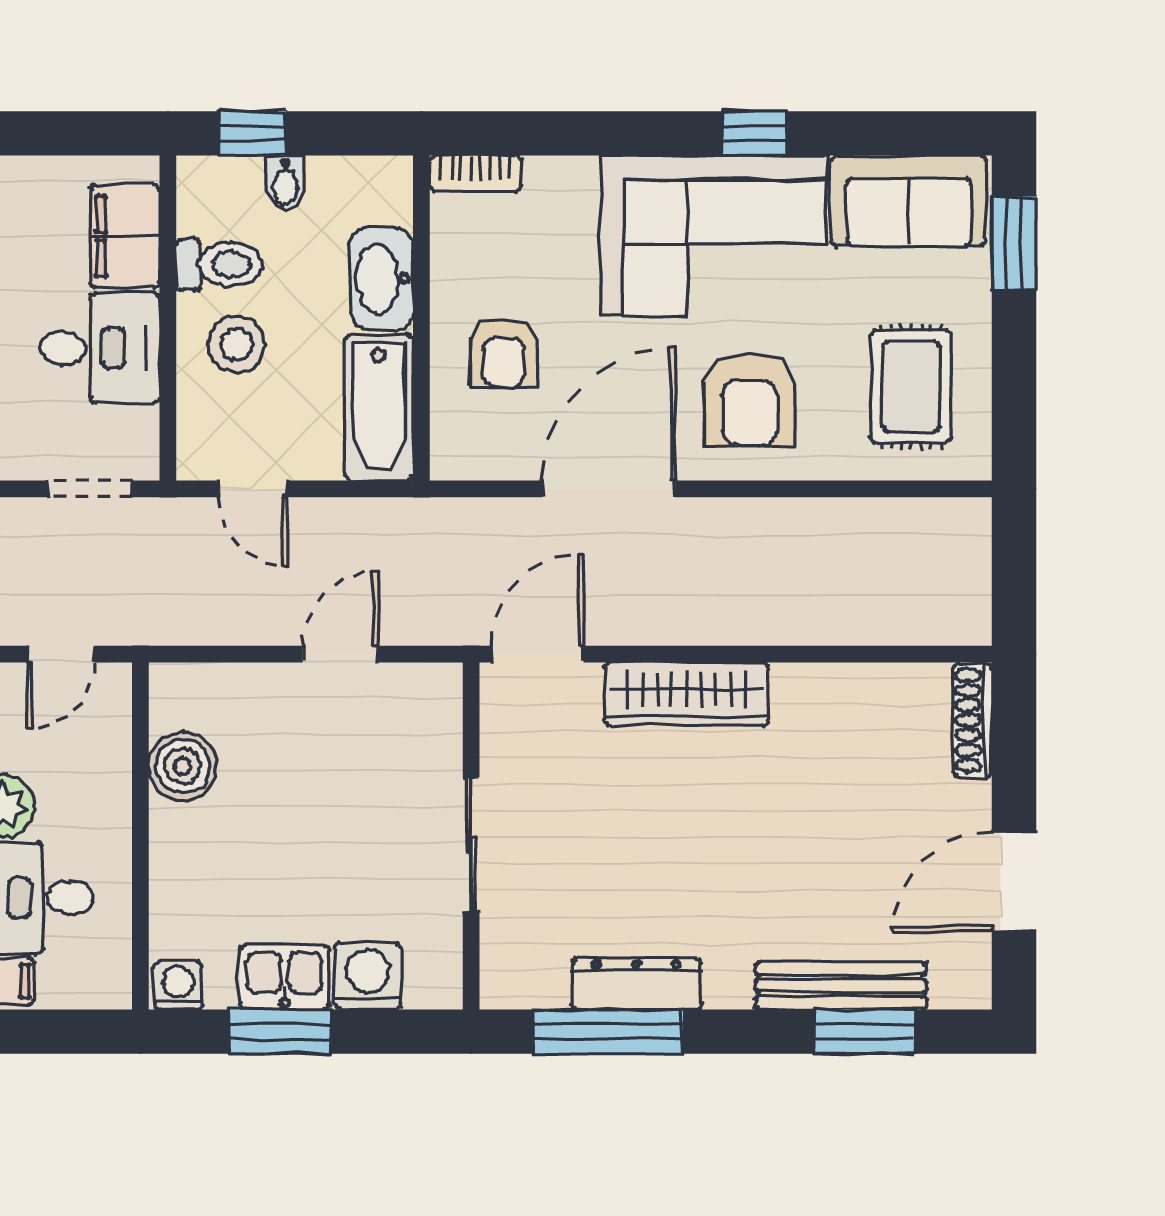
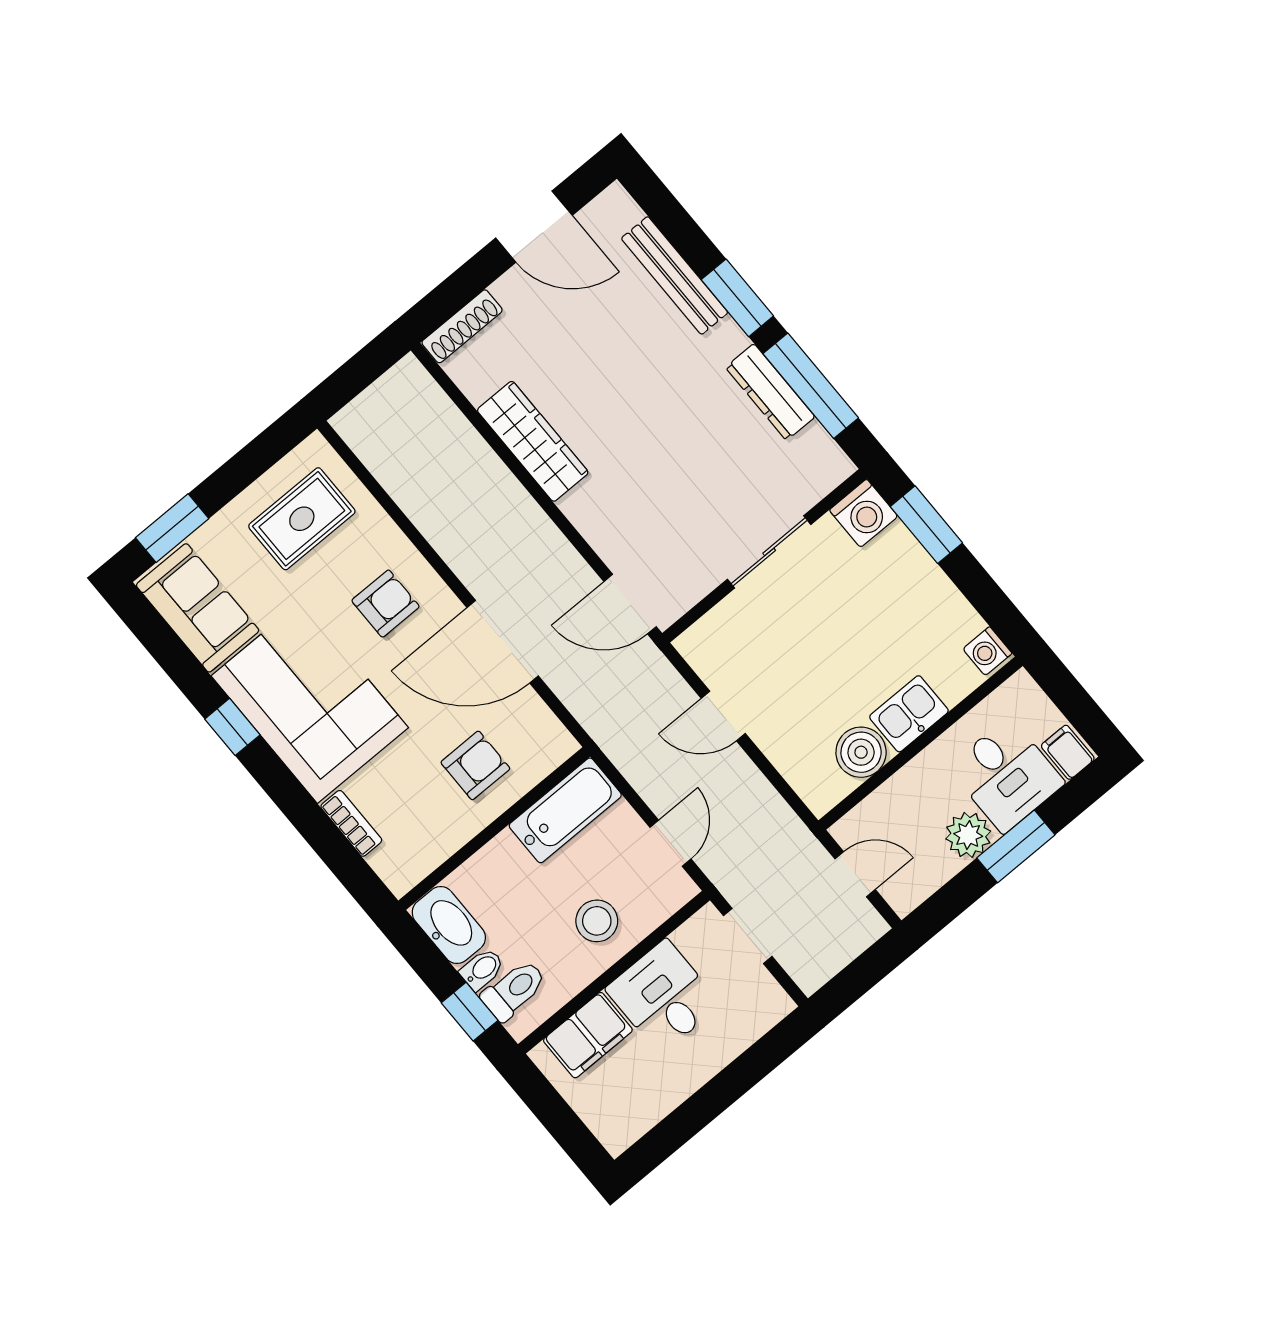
bookcase: (475, 174) -> (351, 823), moved
toilet: (219, 265) -> (514, 990), moved, turned 90
washbasin: (382, 279) -> (449, 925), moved, turned -90
armchair: (750, 400) -> (386, 604), width x0.72, depth x0.72
wardrobe: (686, 694) -> (533, 441), moved
washing machine: (367, 976) -> (864, 513), moved, turned -90
kitchen sink: (285, 977) -> (909, 714), moved, turned 90
window: (280, 1032) -> (926, 525), moved
window: (864, 1032) -> (737, 298), moved

